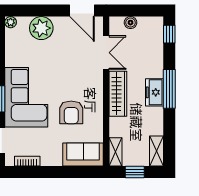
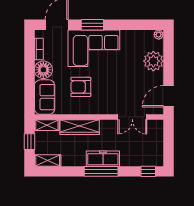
boiler: (130, 23) -> (158, 138), removed
freezer: (154, 92) -> (103, 159), width x1.40
wardrobe: (118, 94) -> (80, 127), moved
floor lamp: (51, 156) -> (43, 70), added

